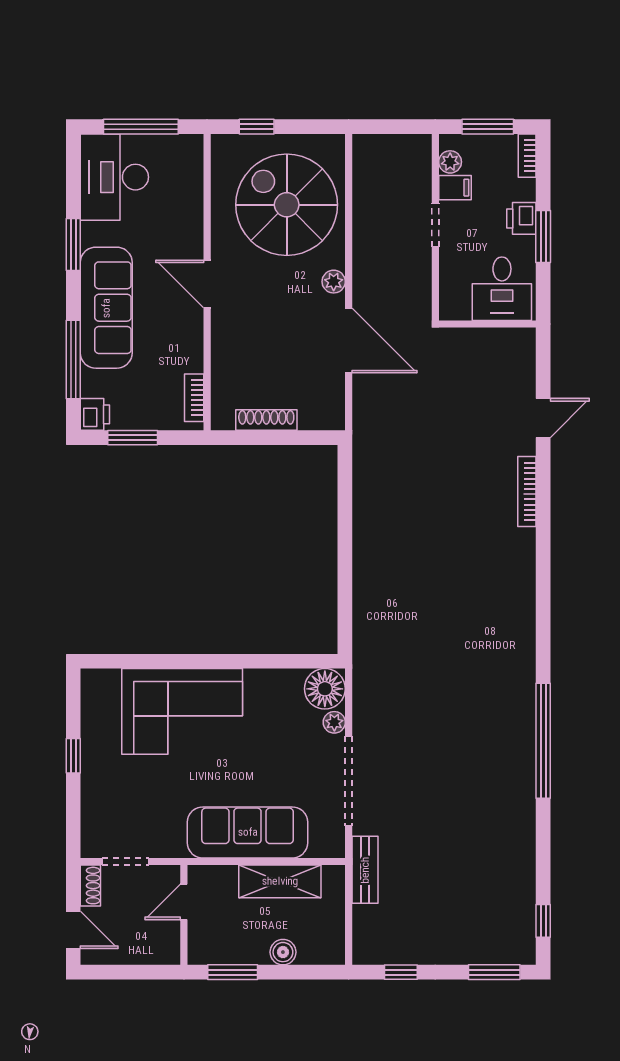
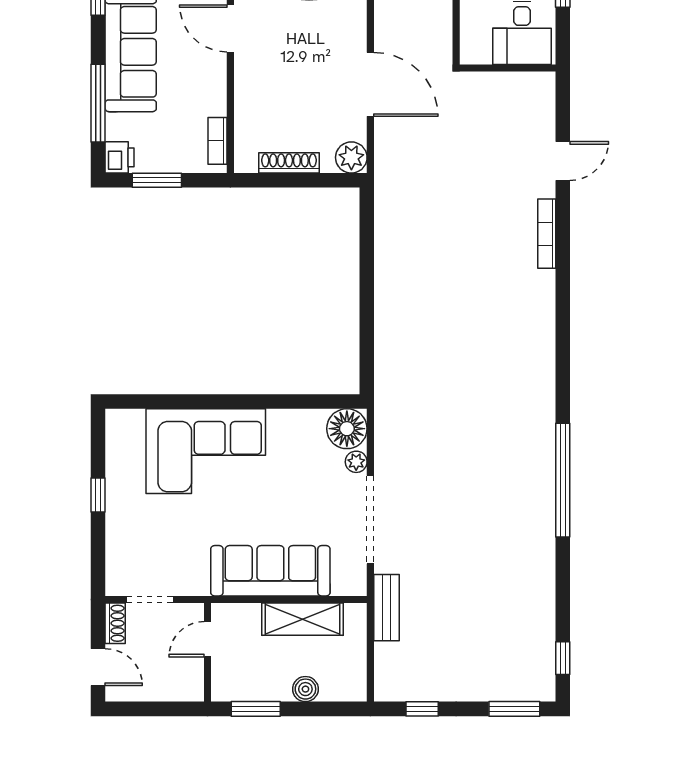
plant: (334, 282) -> (351, 157), moved, width x1.38, depth x1.38

